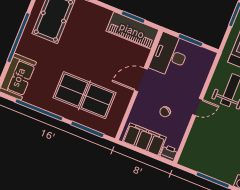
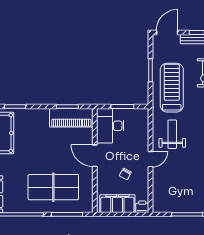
door: (141, 80) -> (95, 156), hinge flipped

